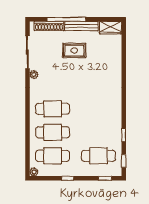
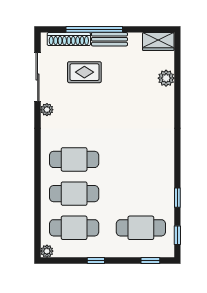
bench: (81, 26) -> (109, 39), width x0.73
rug: (74, 50) -> (84, 72), moved
plant: (116, 53) -> (166, 78), added

